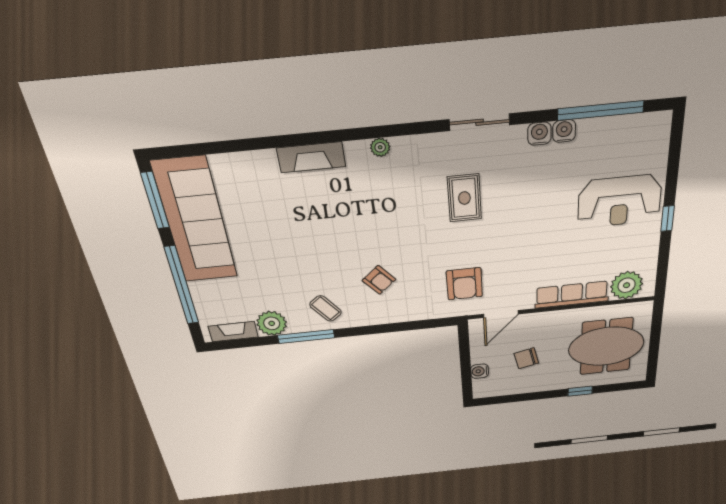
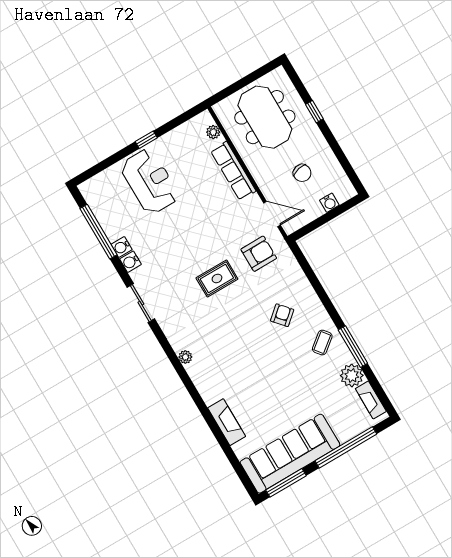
fireplace: (311, 157) -> (227, 422), moved
rug: (464, 198) -> (217, 278), moved
plant: (627, 285) -> (213, 132), width x0.53, depth x0.53

